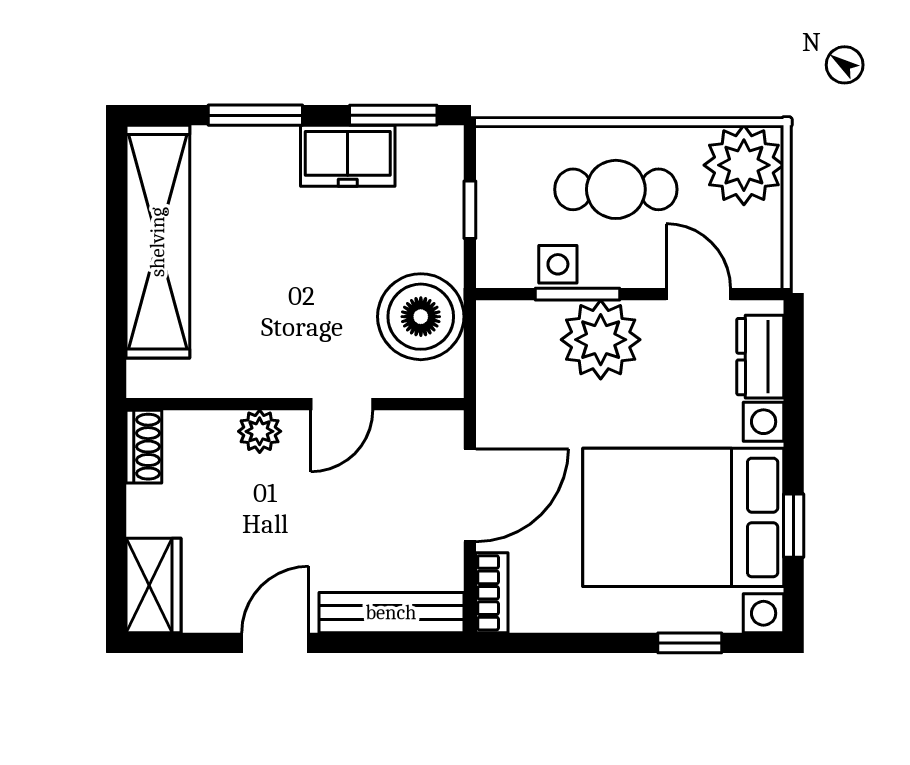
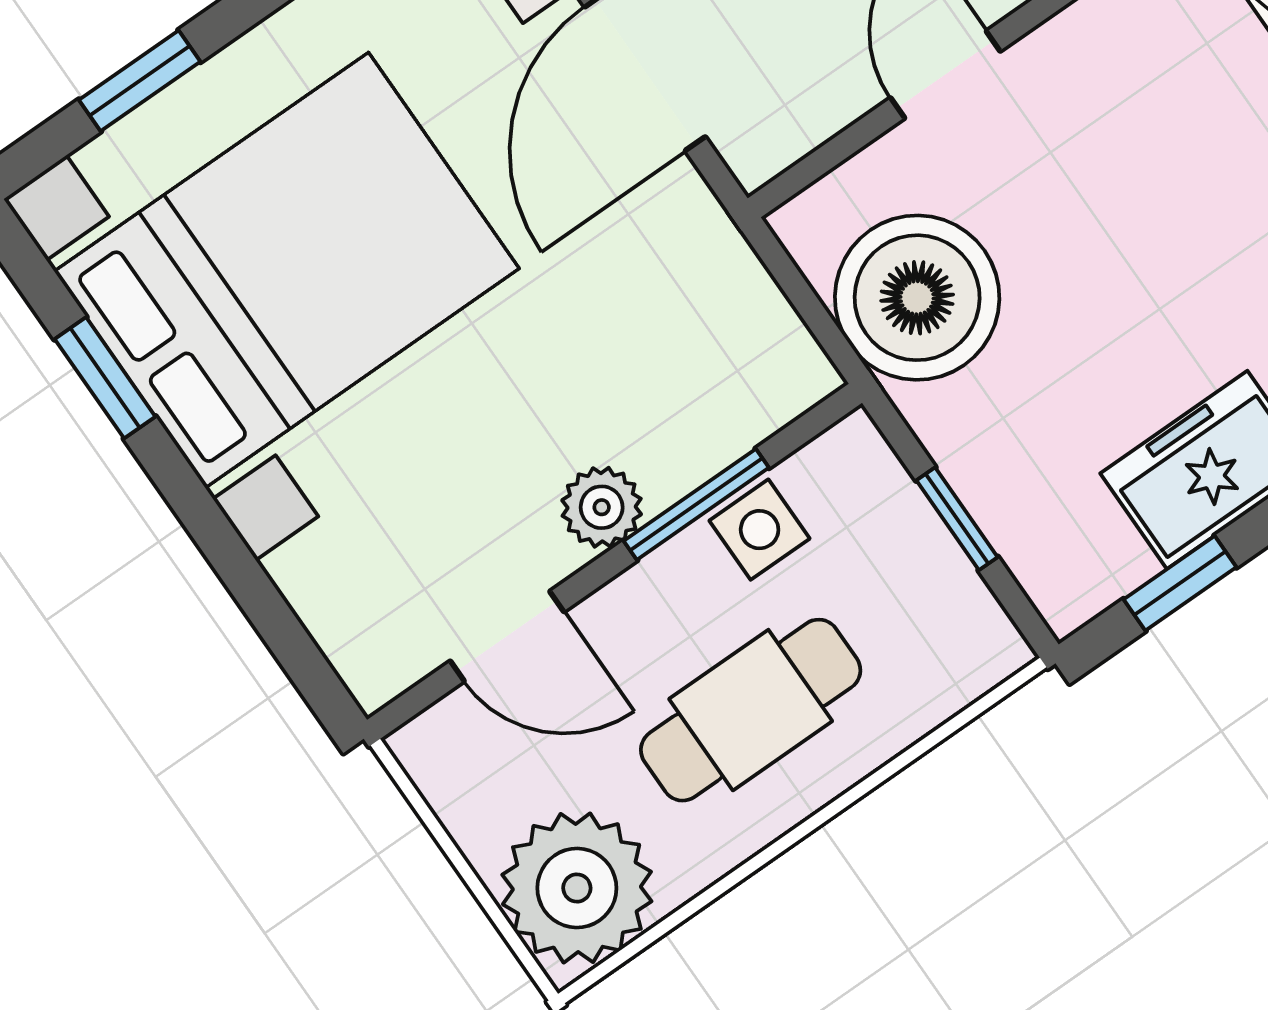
window: (393, 115) -> (1180, 583), width x0.67
plant: (601, 340) -> (602, 507), width x0.53, depth x0.53
dresser: (760, 357) -> (342, 606), removed

